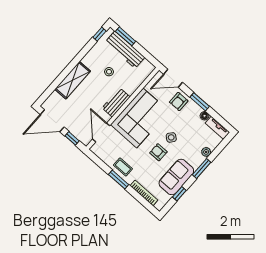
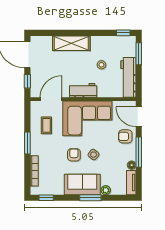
workbench: (125, 50) -> (128, 77), moved
window: (200, 102) -> (139, 152), width x1.44
coffee table: (123, 167) -> (46, 125), moved
sofa: (176, 177) -> (82, 184), moved
window: (179, 194) -> (46, 198), moved

